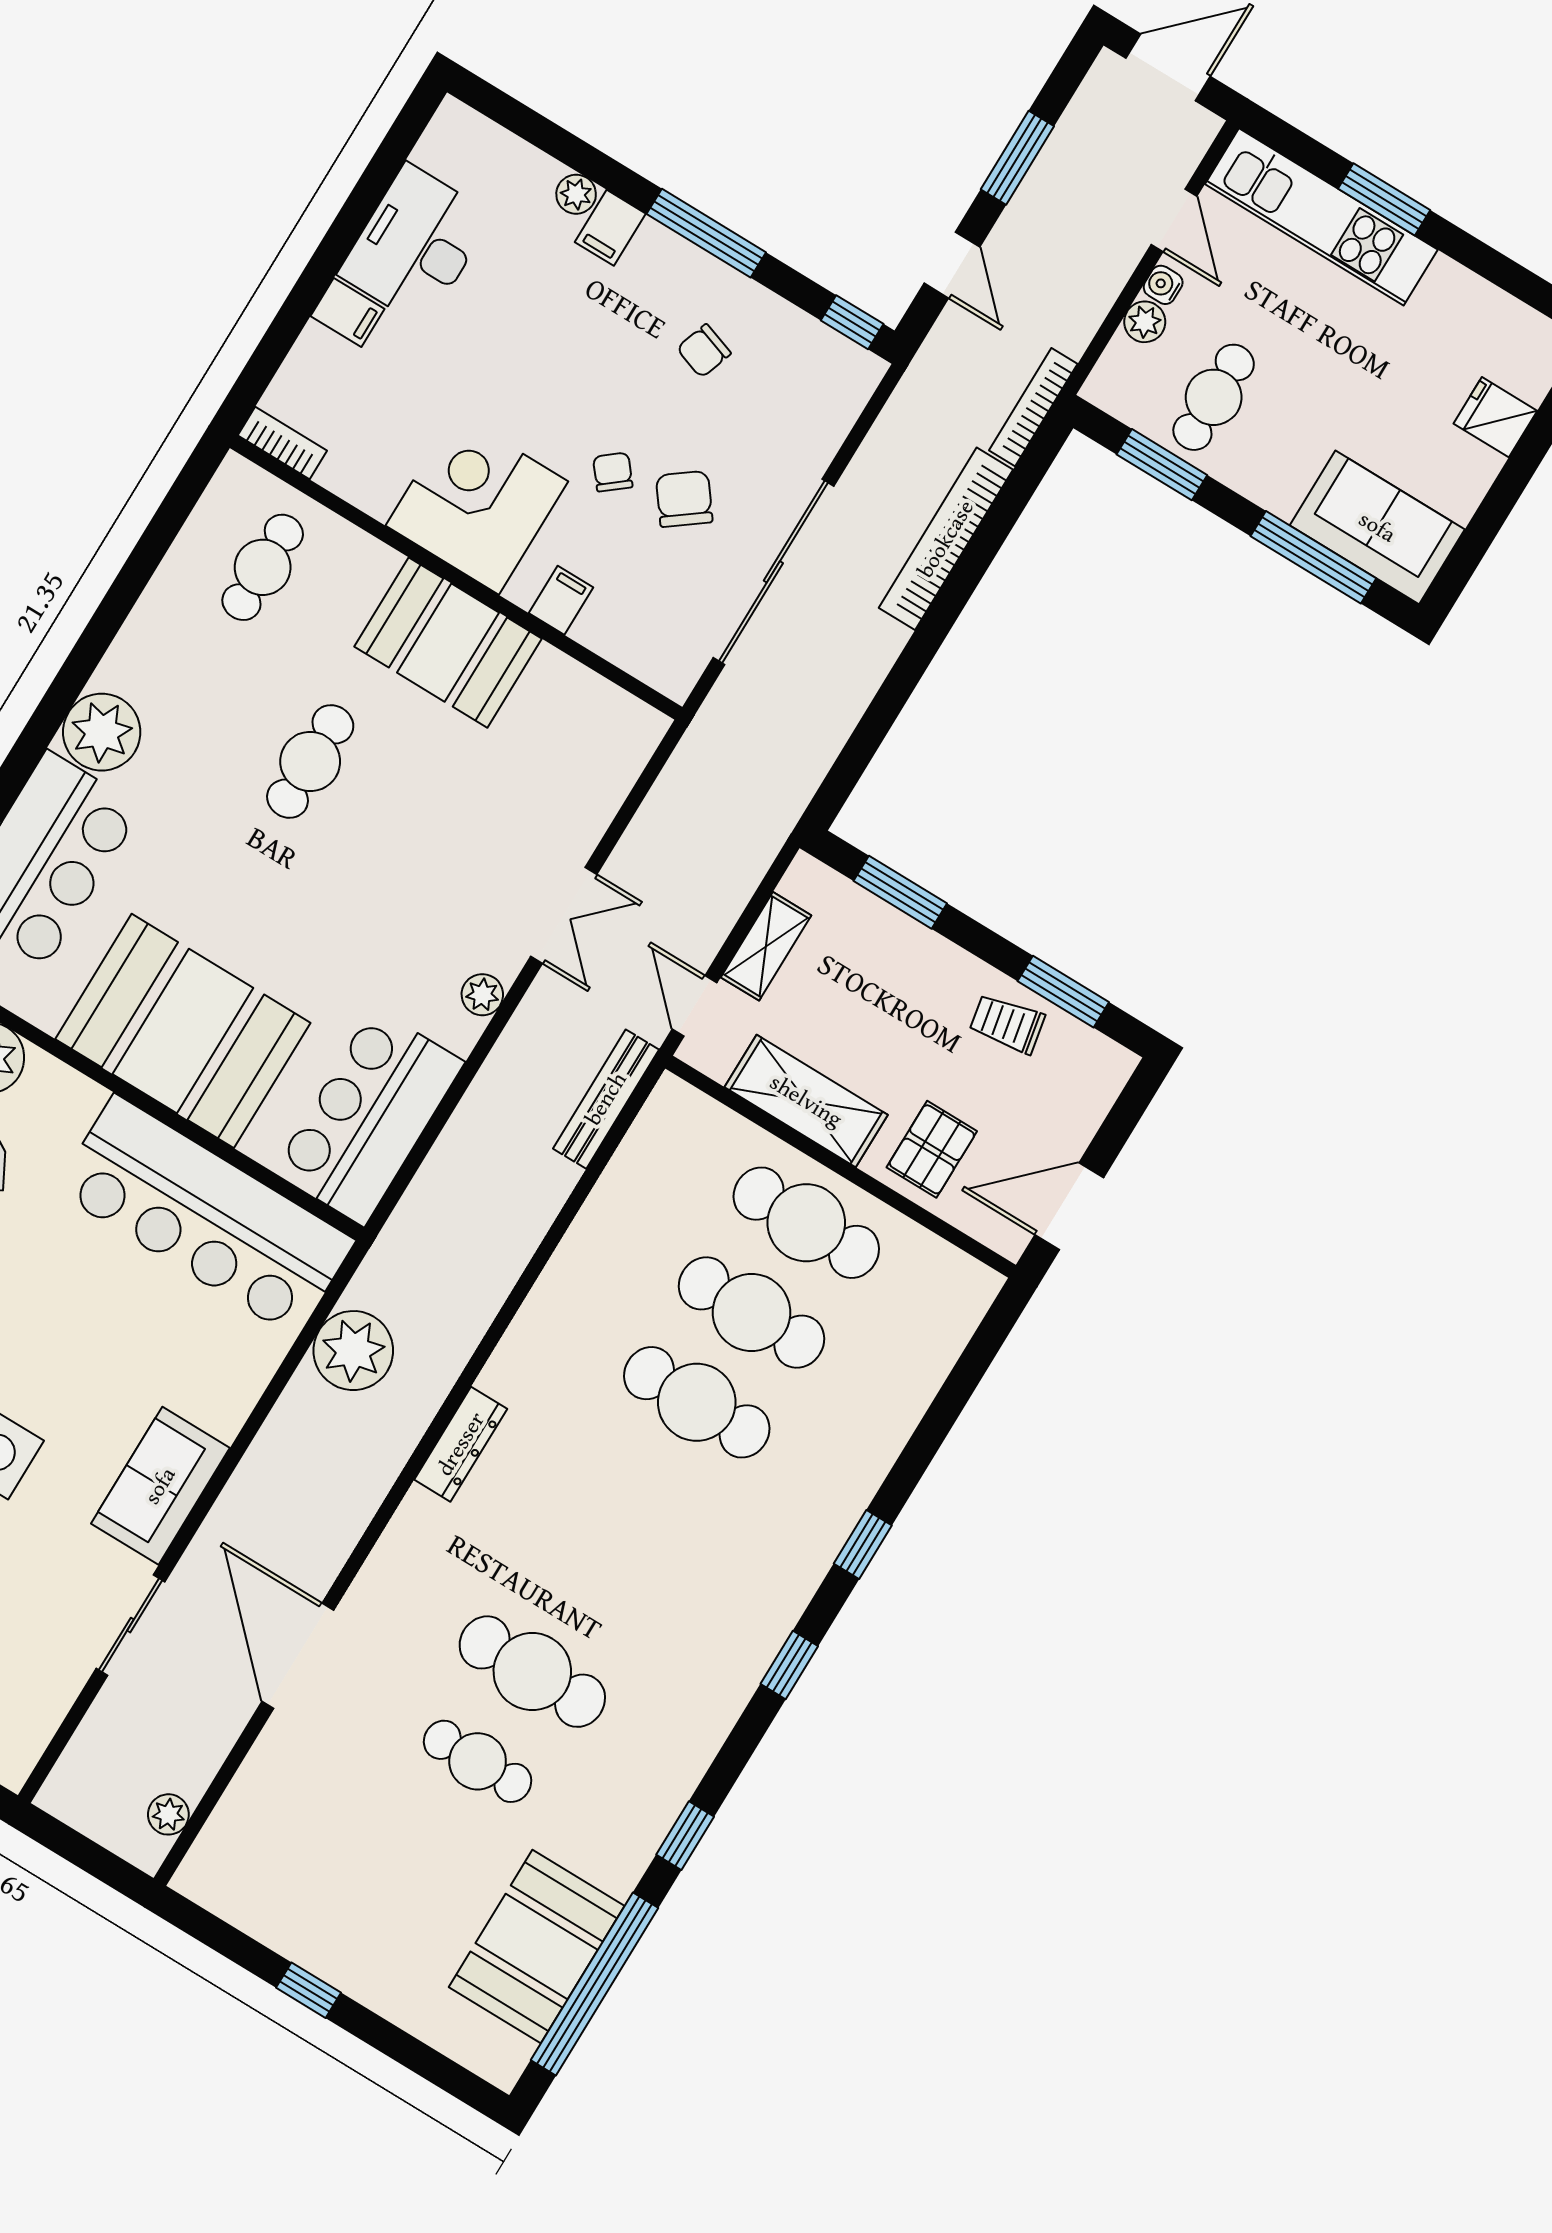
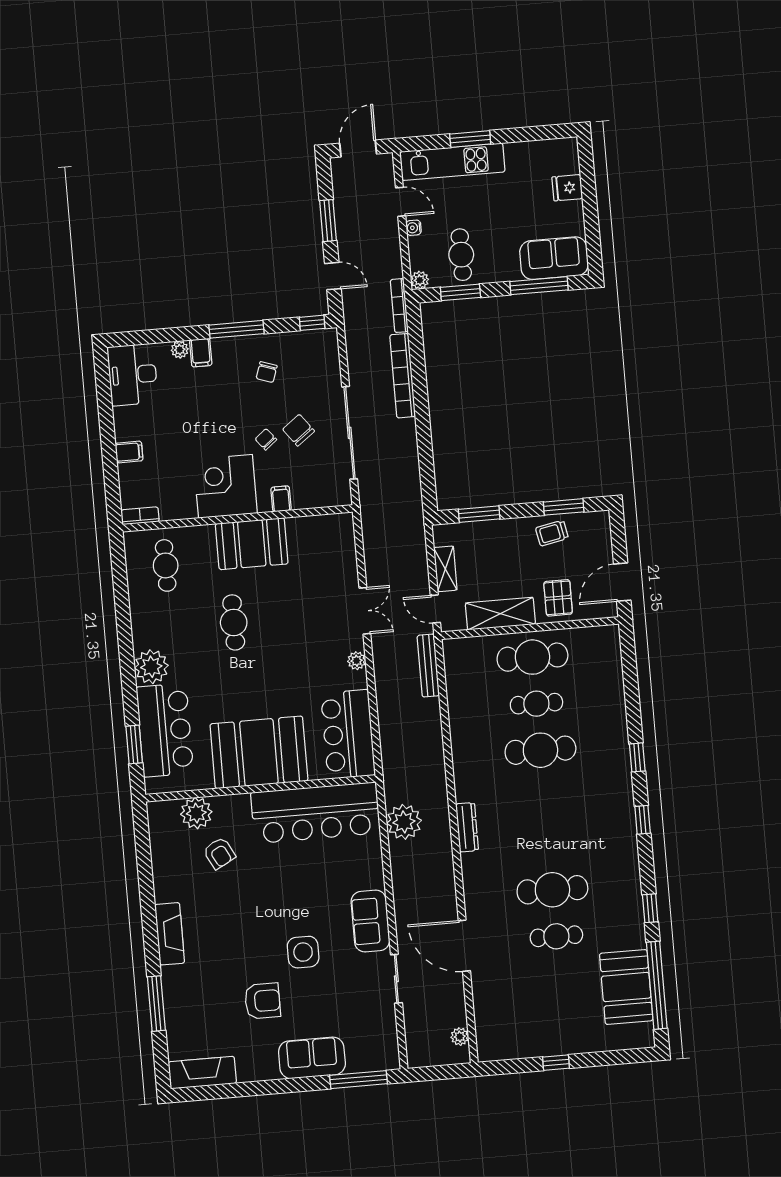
desk: (416, 245) -> (133, 375), moved
plant: (1145, 322) -> (420, 280), moved
cafe table: (752, 1312) -> (536, 704), width x0.73, depth x0.74

